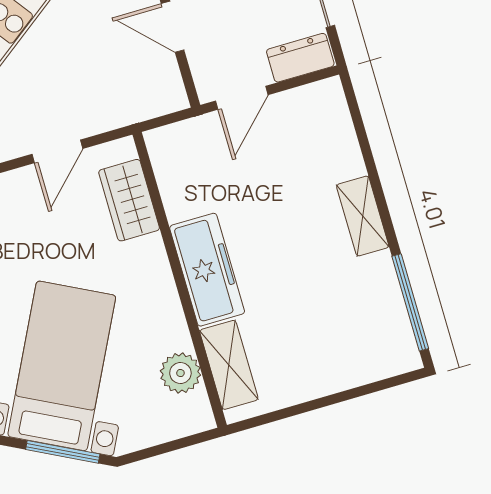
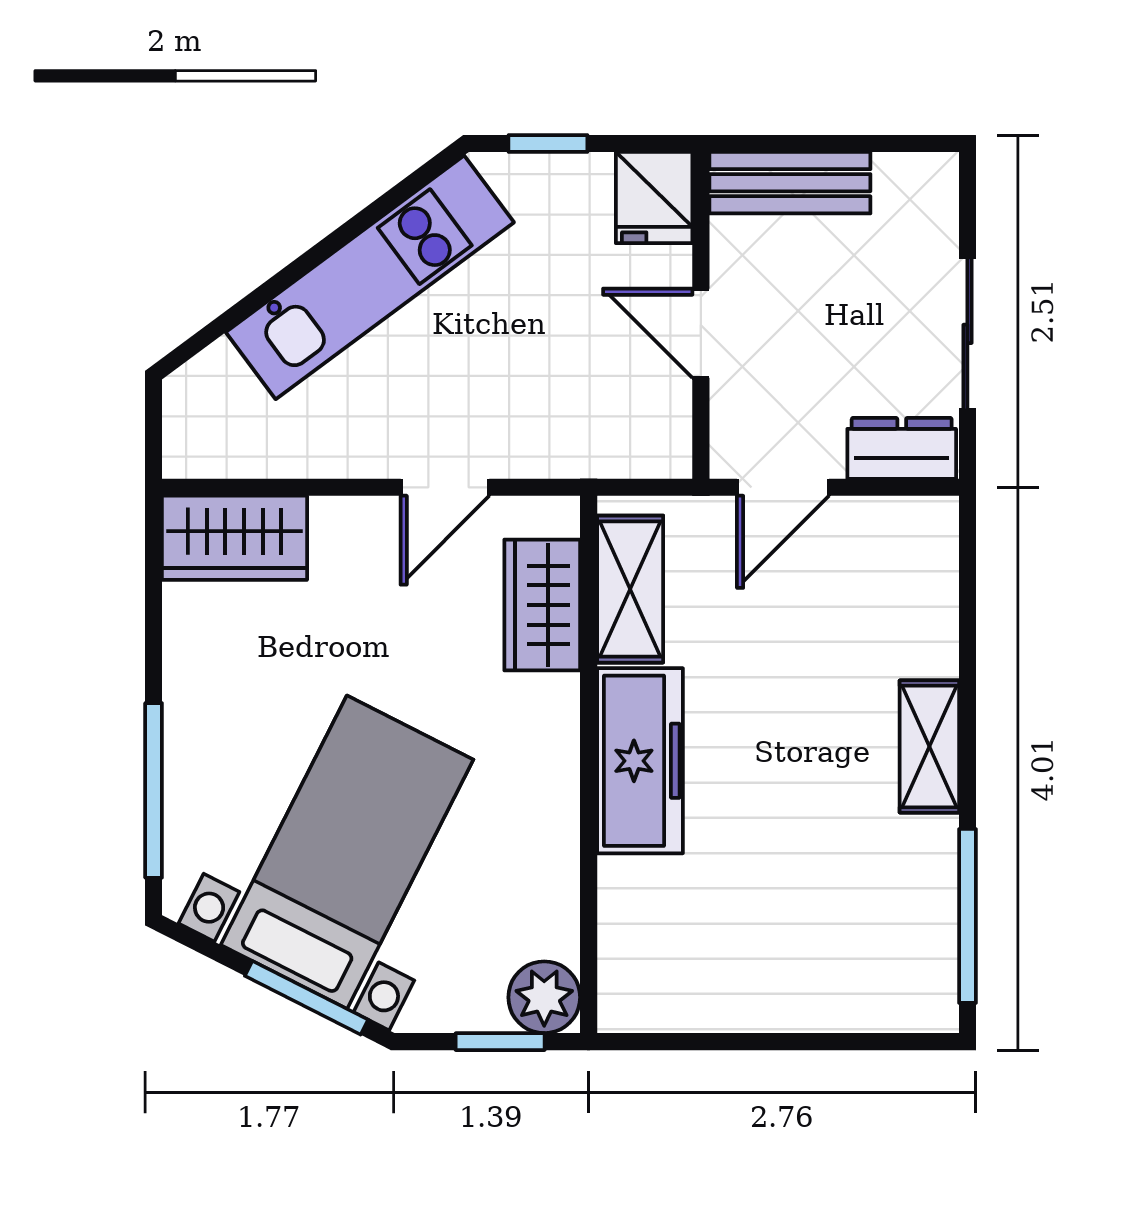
shelving: (229, 365) -> (630, 589), moved
plant: (180, 373) -> (544, 997), moved
window: (175, 445) -> (500, 1042), added

